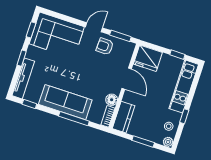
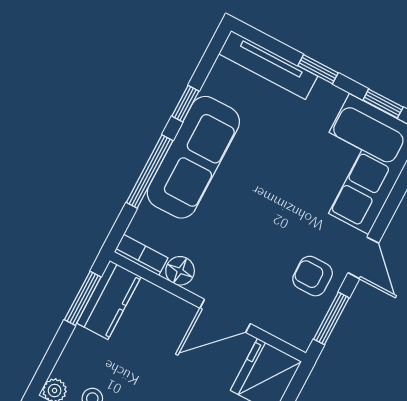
armchair: (105, 46) -> (313, 276), turned -92
window: (29, 104) -> (185, 104), moved
kitchen counter: (124, 117) -> (109, 300), moved, turned -90
window: (143, 141) -> (83, 298), moved

